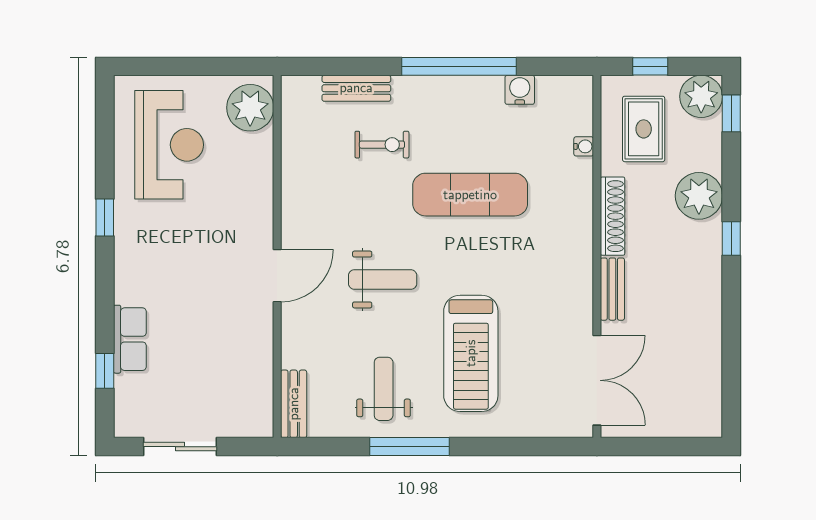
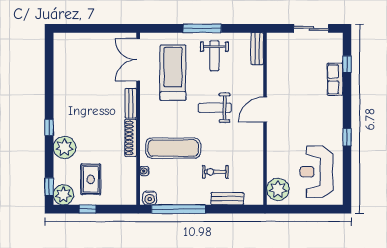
water cooler: (584, 146) -> (144, 171), moved
shoe rack: (613, 216) -> (131, 138), moved
wall: (597, 256) -> (138, 119), moved
bench: (612, 289) -> (131, 103), moved
double door: (597, 380) -> (138, 60), moved

